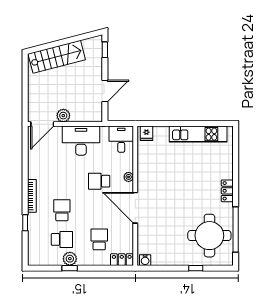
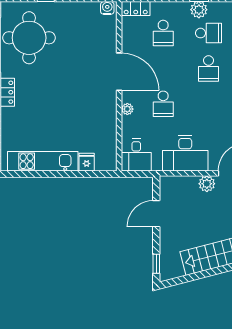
fridge: (146, 133) -> (87, 162), moved
school desk: (99, 181) -> (163, 104), turned 90
school desk: (62, 239) -> (208, 33), turned 180

